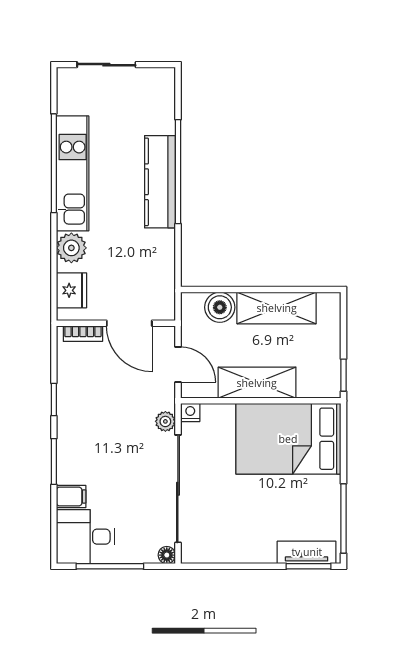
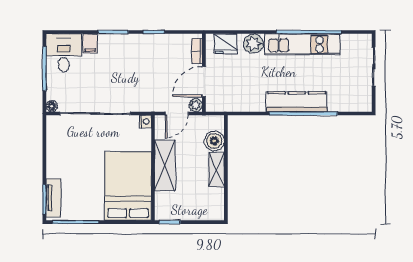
shelving: (277, 308) -> (216, 170), width x0.67, depth x0.75
plant: (165, 421) -> (196, 105), moved

